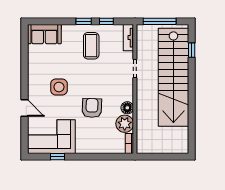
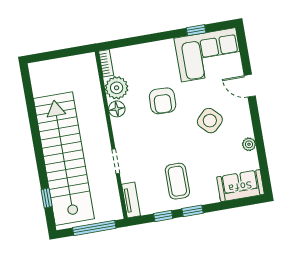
plant: (33, 64) -> (249, 144), added
side table: (59, 87) -> (210, 121), turned 45

